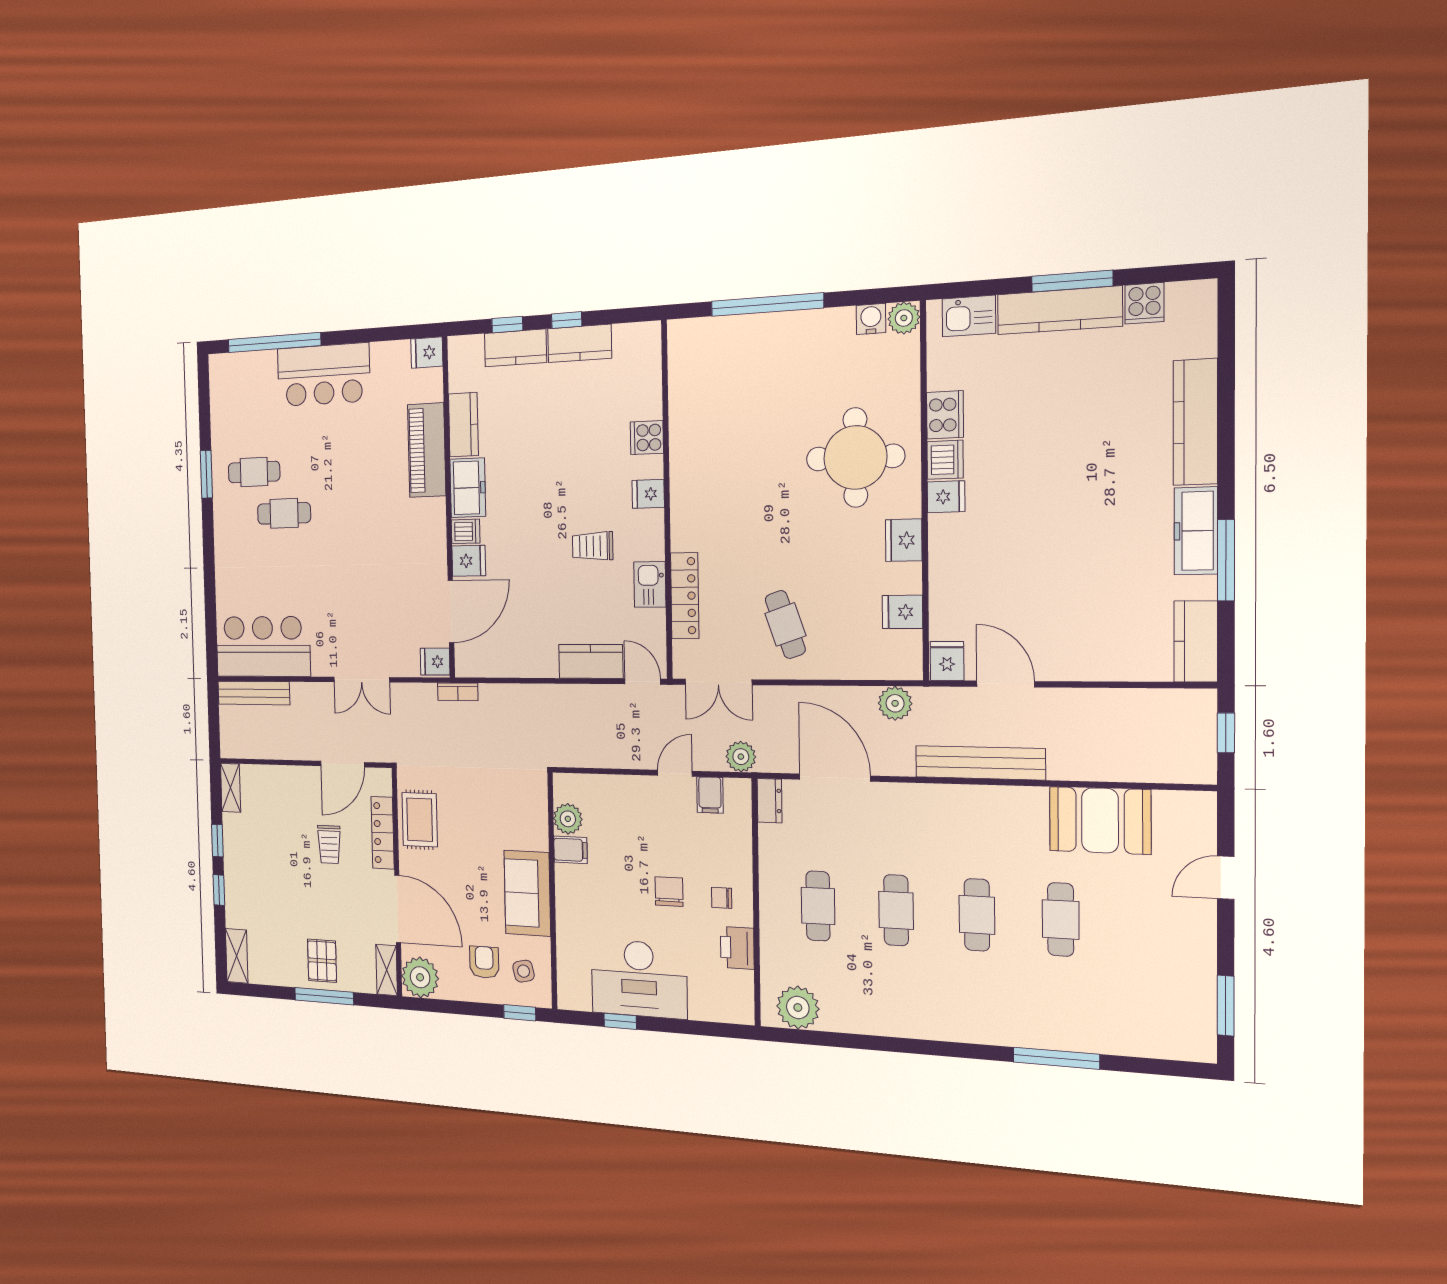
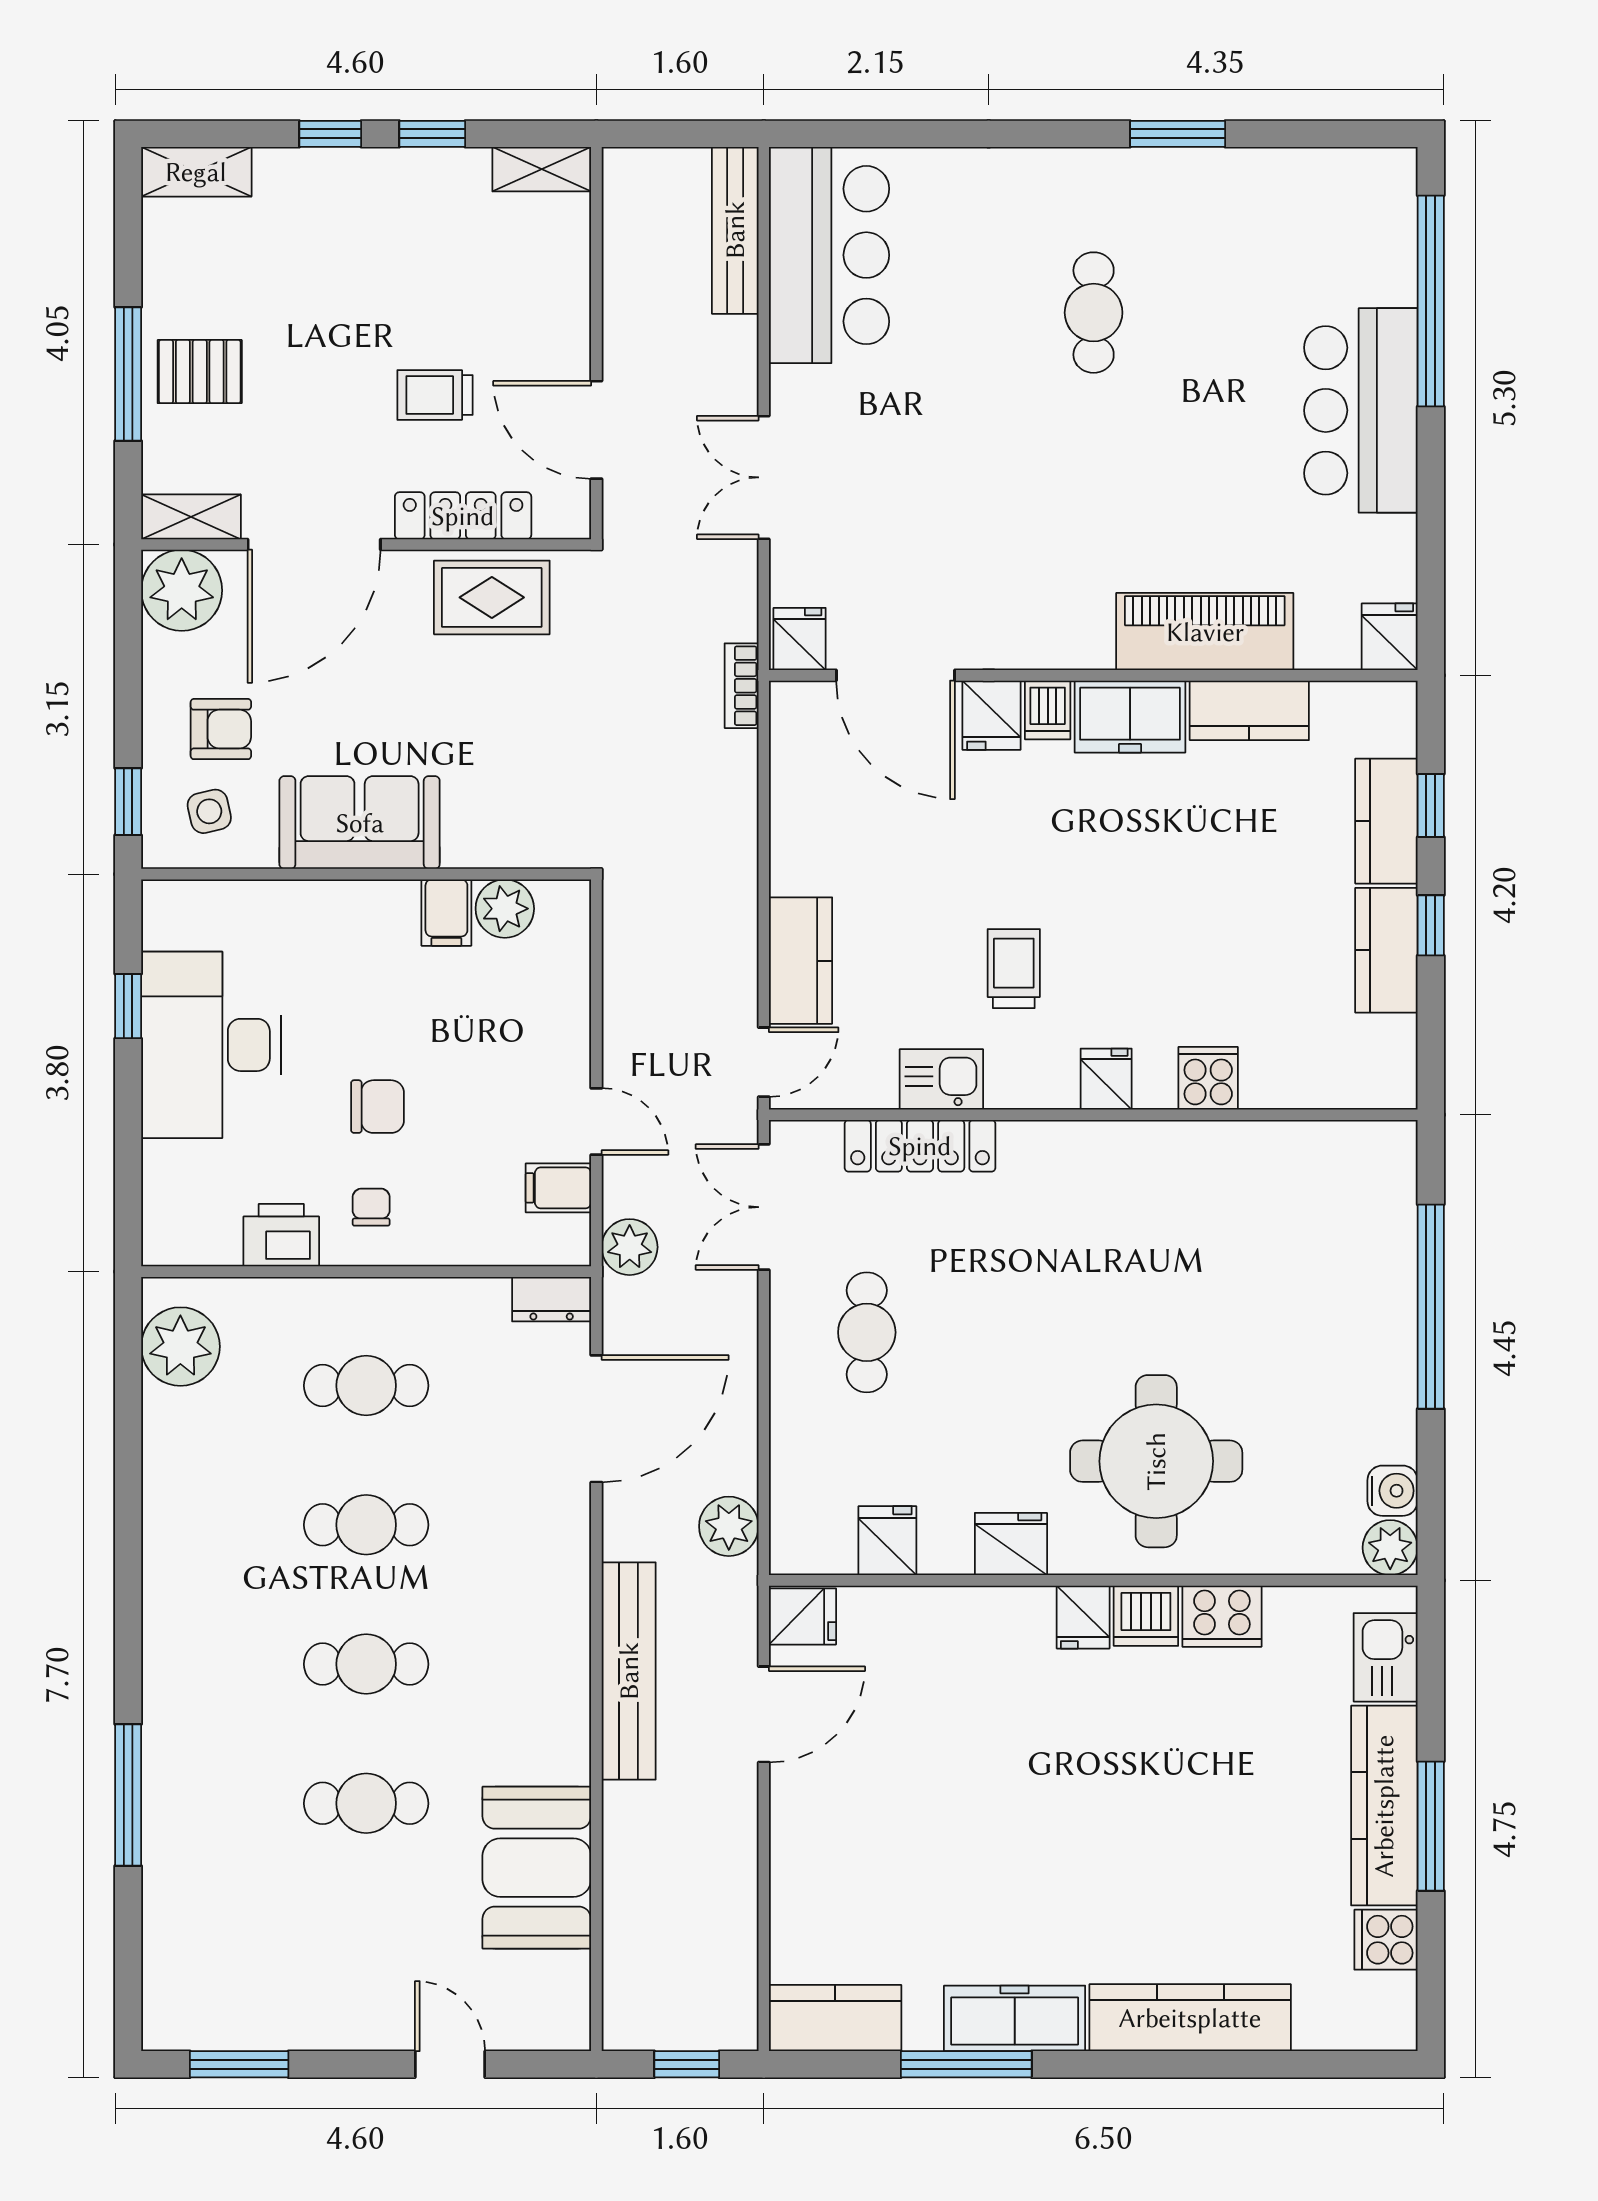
cafe table: (254, 472) -> (1178, 246), removed
cafe table: (785, 625) -> (867, 1332), turned -71

